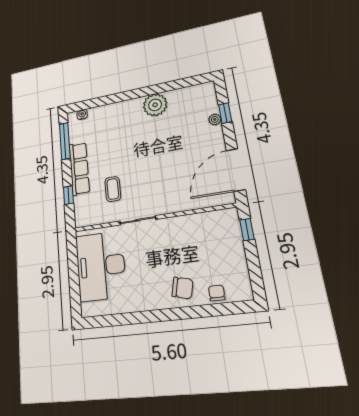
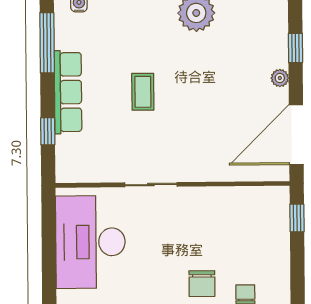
plant: (215, 119) -> (280, 78), moved
coffee table: (113, 189) -> (143, 92), moved
chair: (183, 288) -> (202, 284), turned 76

